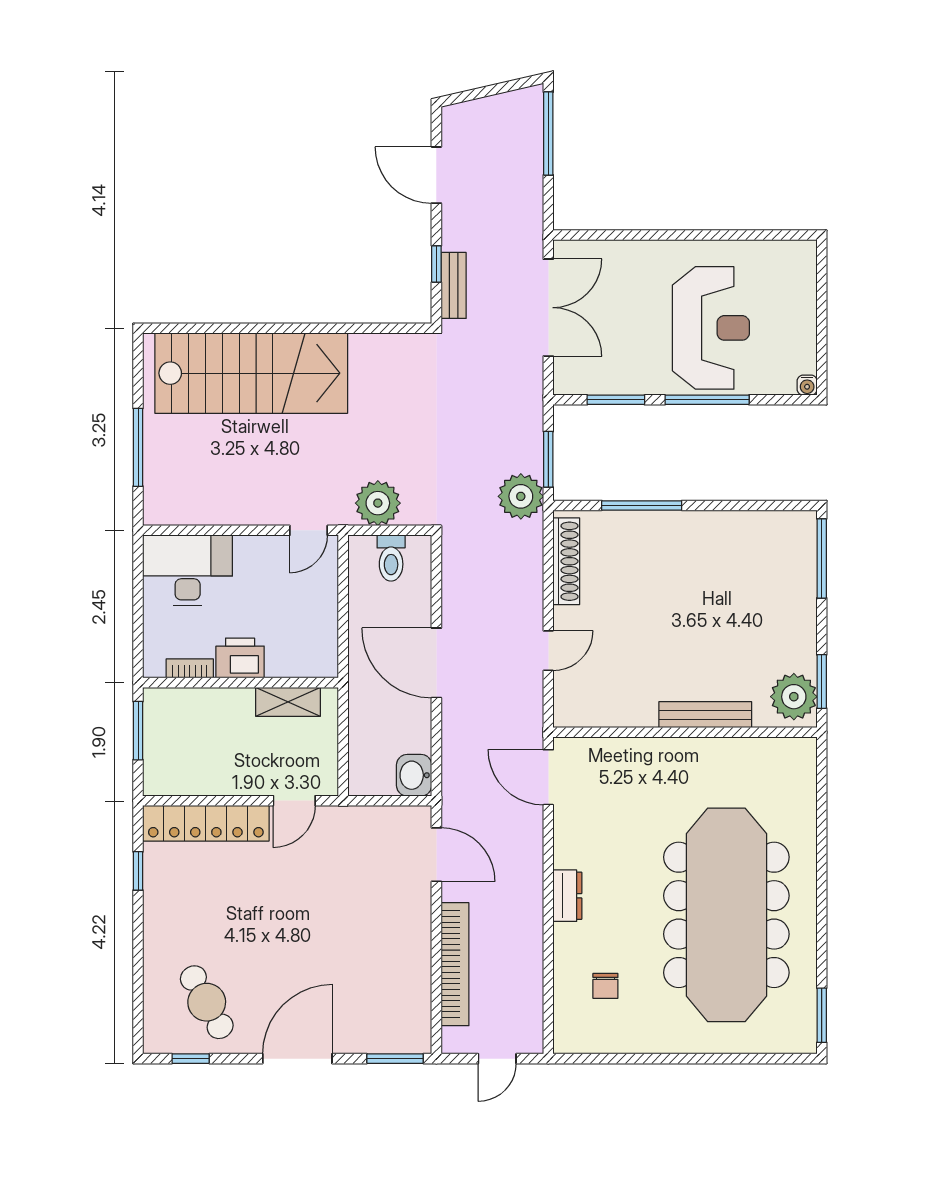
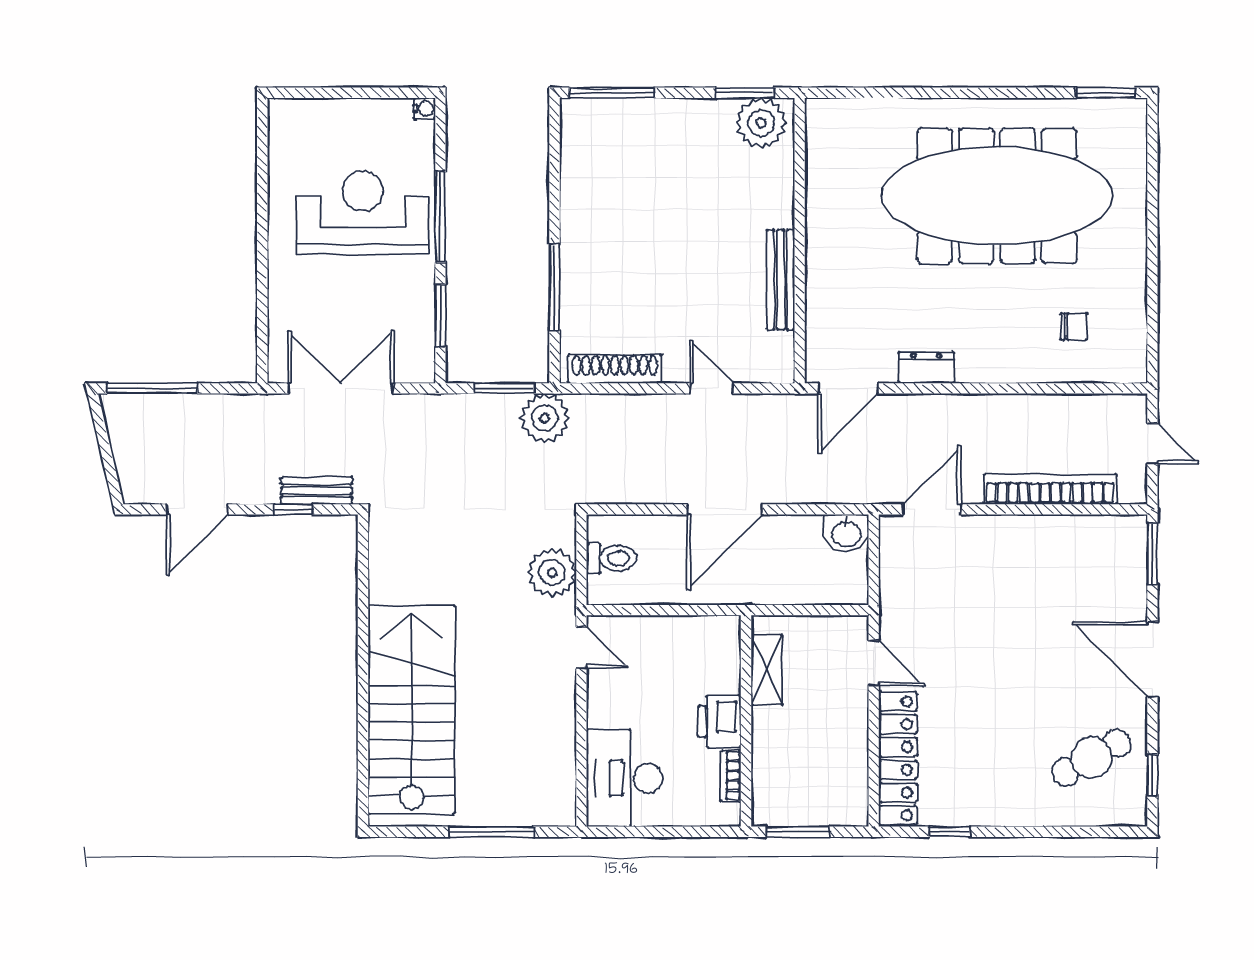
bench: (705, 715) -> (781, 280), moved
dresser: (567, 896) -> (926, 368), moved

